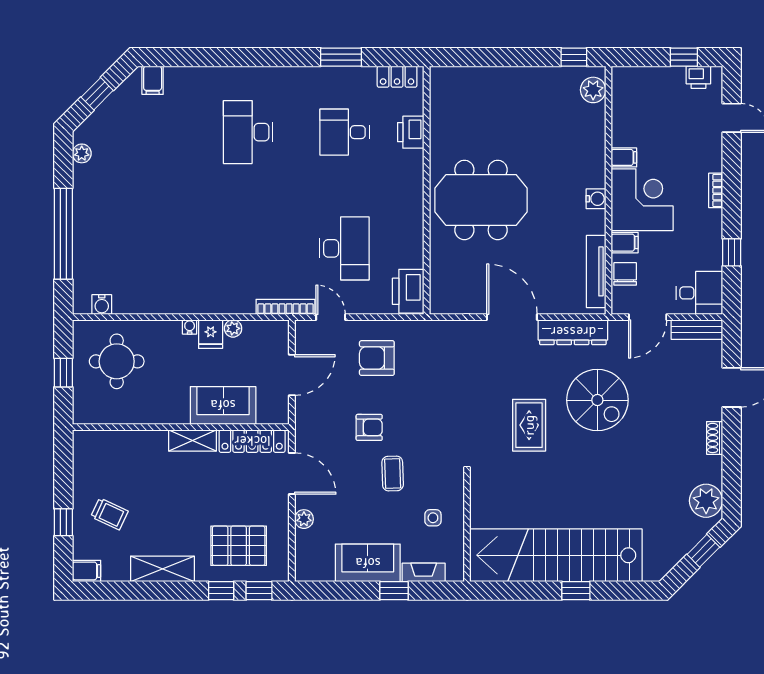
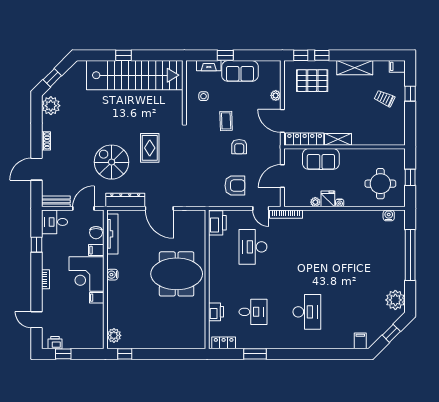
plant: (82, 153) -> (395, 300), width x1.87, depth x1.87
armchair: (369, 427) -> (239, 147), turned -90

